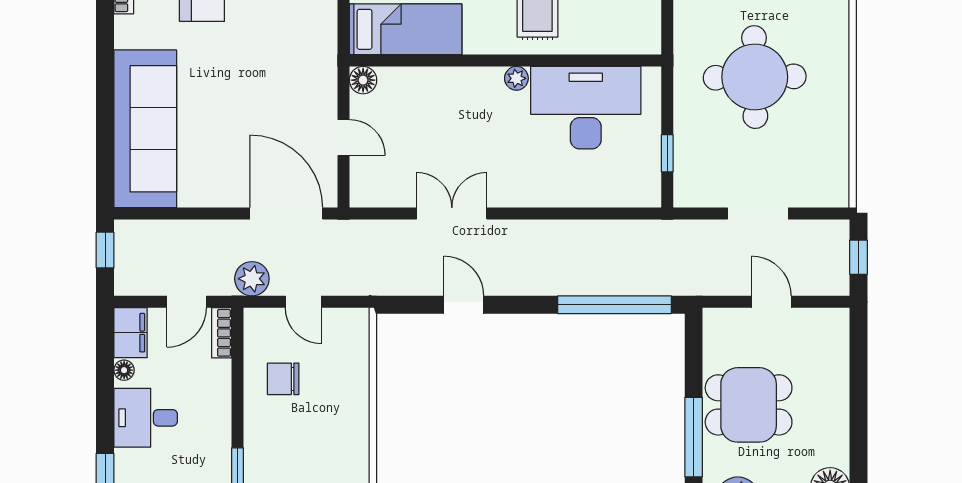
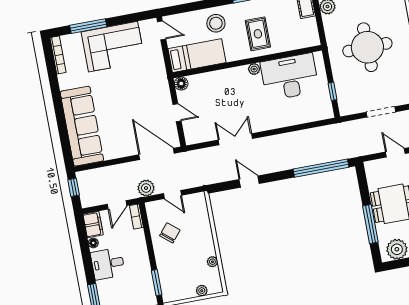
chair: (283, 379) -> (170, 233), turned 130
plant: (359, 453) -> (212, 262), added

